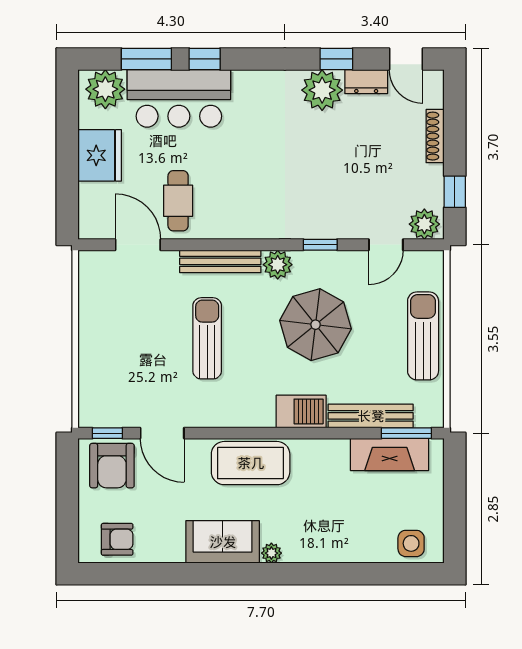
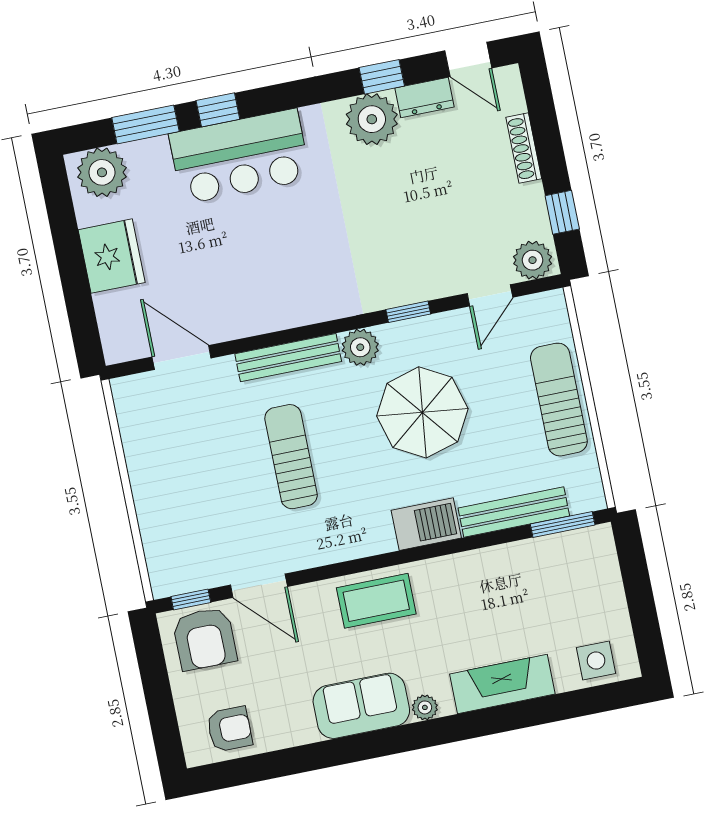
bar counter: (179, 98) -> (240, 156), moved
cafe table: (178, 201) -> (220, 293), removed
fireplace: (390, 454) -> (502, 684), moved, turned 180
coffee table: (251, 463) -> (376, 601), width x0.73, depth x0.76

